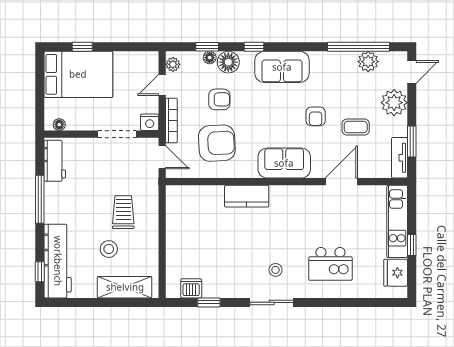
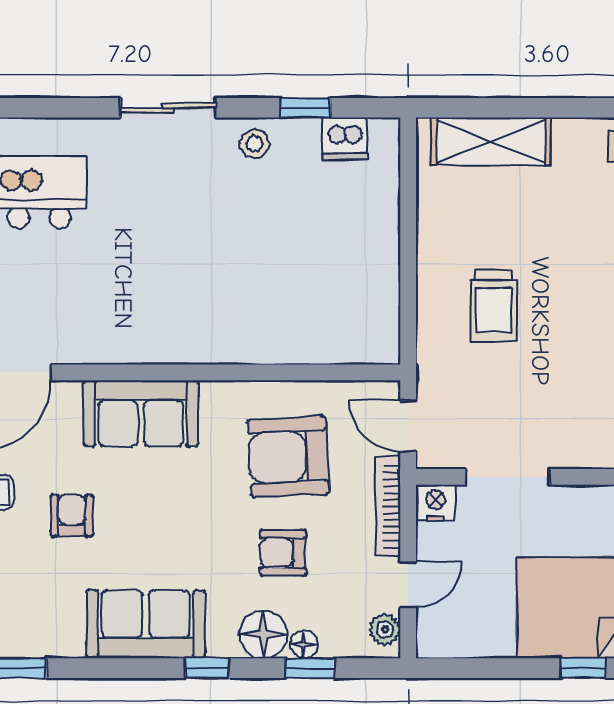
kitchen counter: (247, 196) -> (223, 341), removed
stool: (109, 249) -> (525, 225), removed
stool: (276, 270) -> (254, 144), moved

